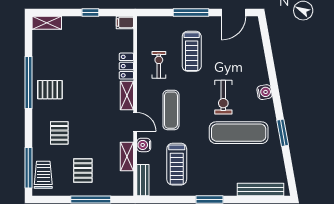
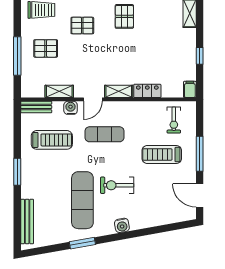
exercise bike: (159, 65) -> (174, 120), moved, turned 90
treadmill: (177, 164) -> (52, 140), turned 180

